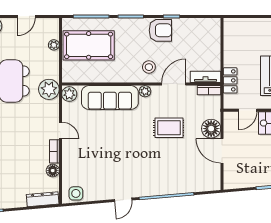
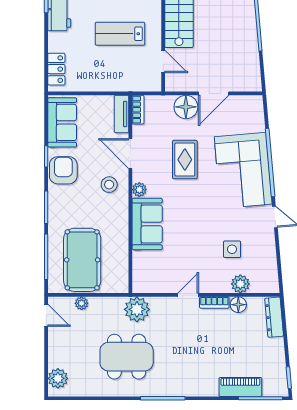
door: (26, 16) -> (46, 315), moved
sofa: (199, 29) -> (62, 122), added
locker: (230, 80) -> (56, 69), moved, turned 90
plant: (69, 94) -> (240, 284), moved
sofa: (110, 98) -> (147, 224), width x0.73
corner sofa: (160, 174) -> (243, 170), added
side table: (76, 193) -> (232, 249), moved

